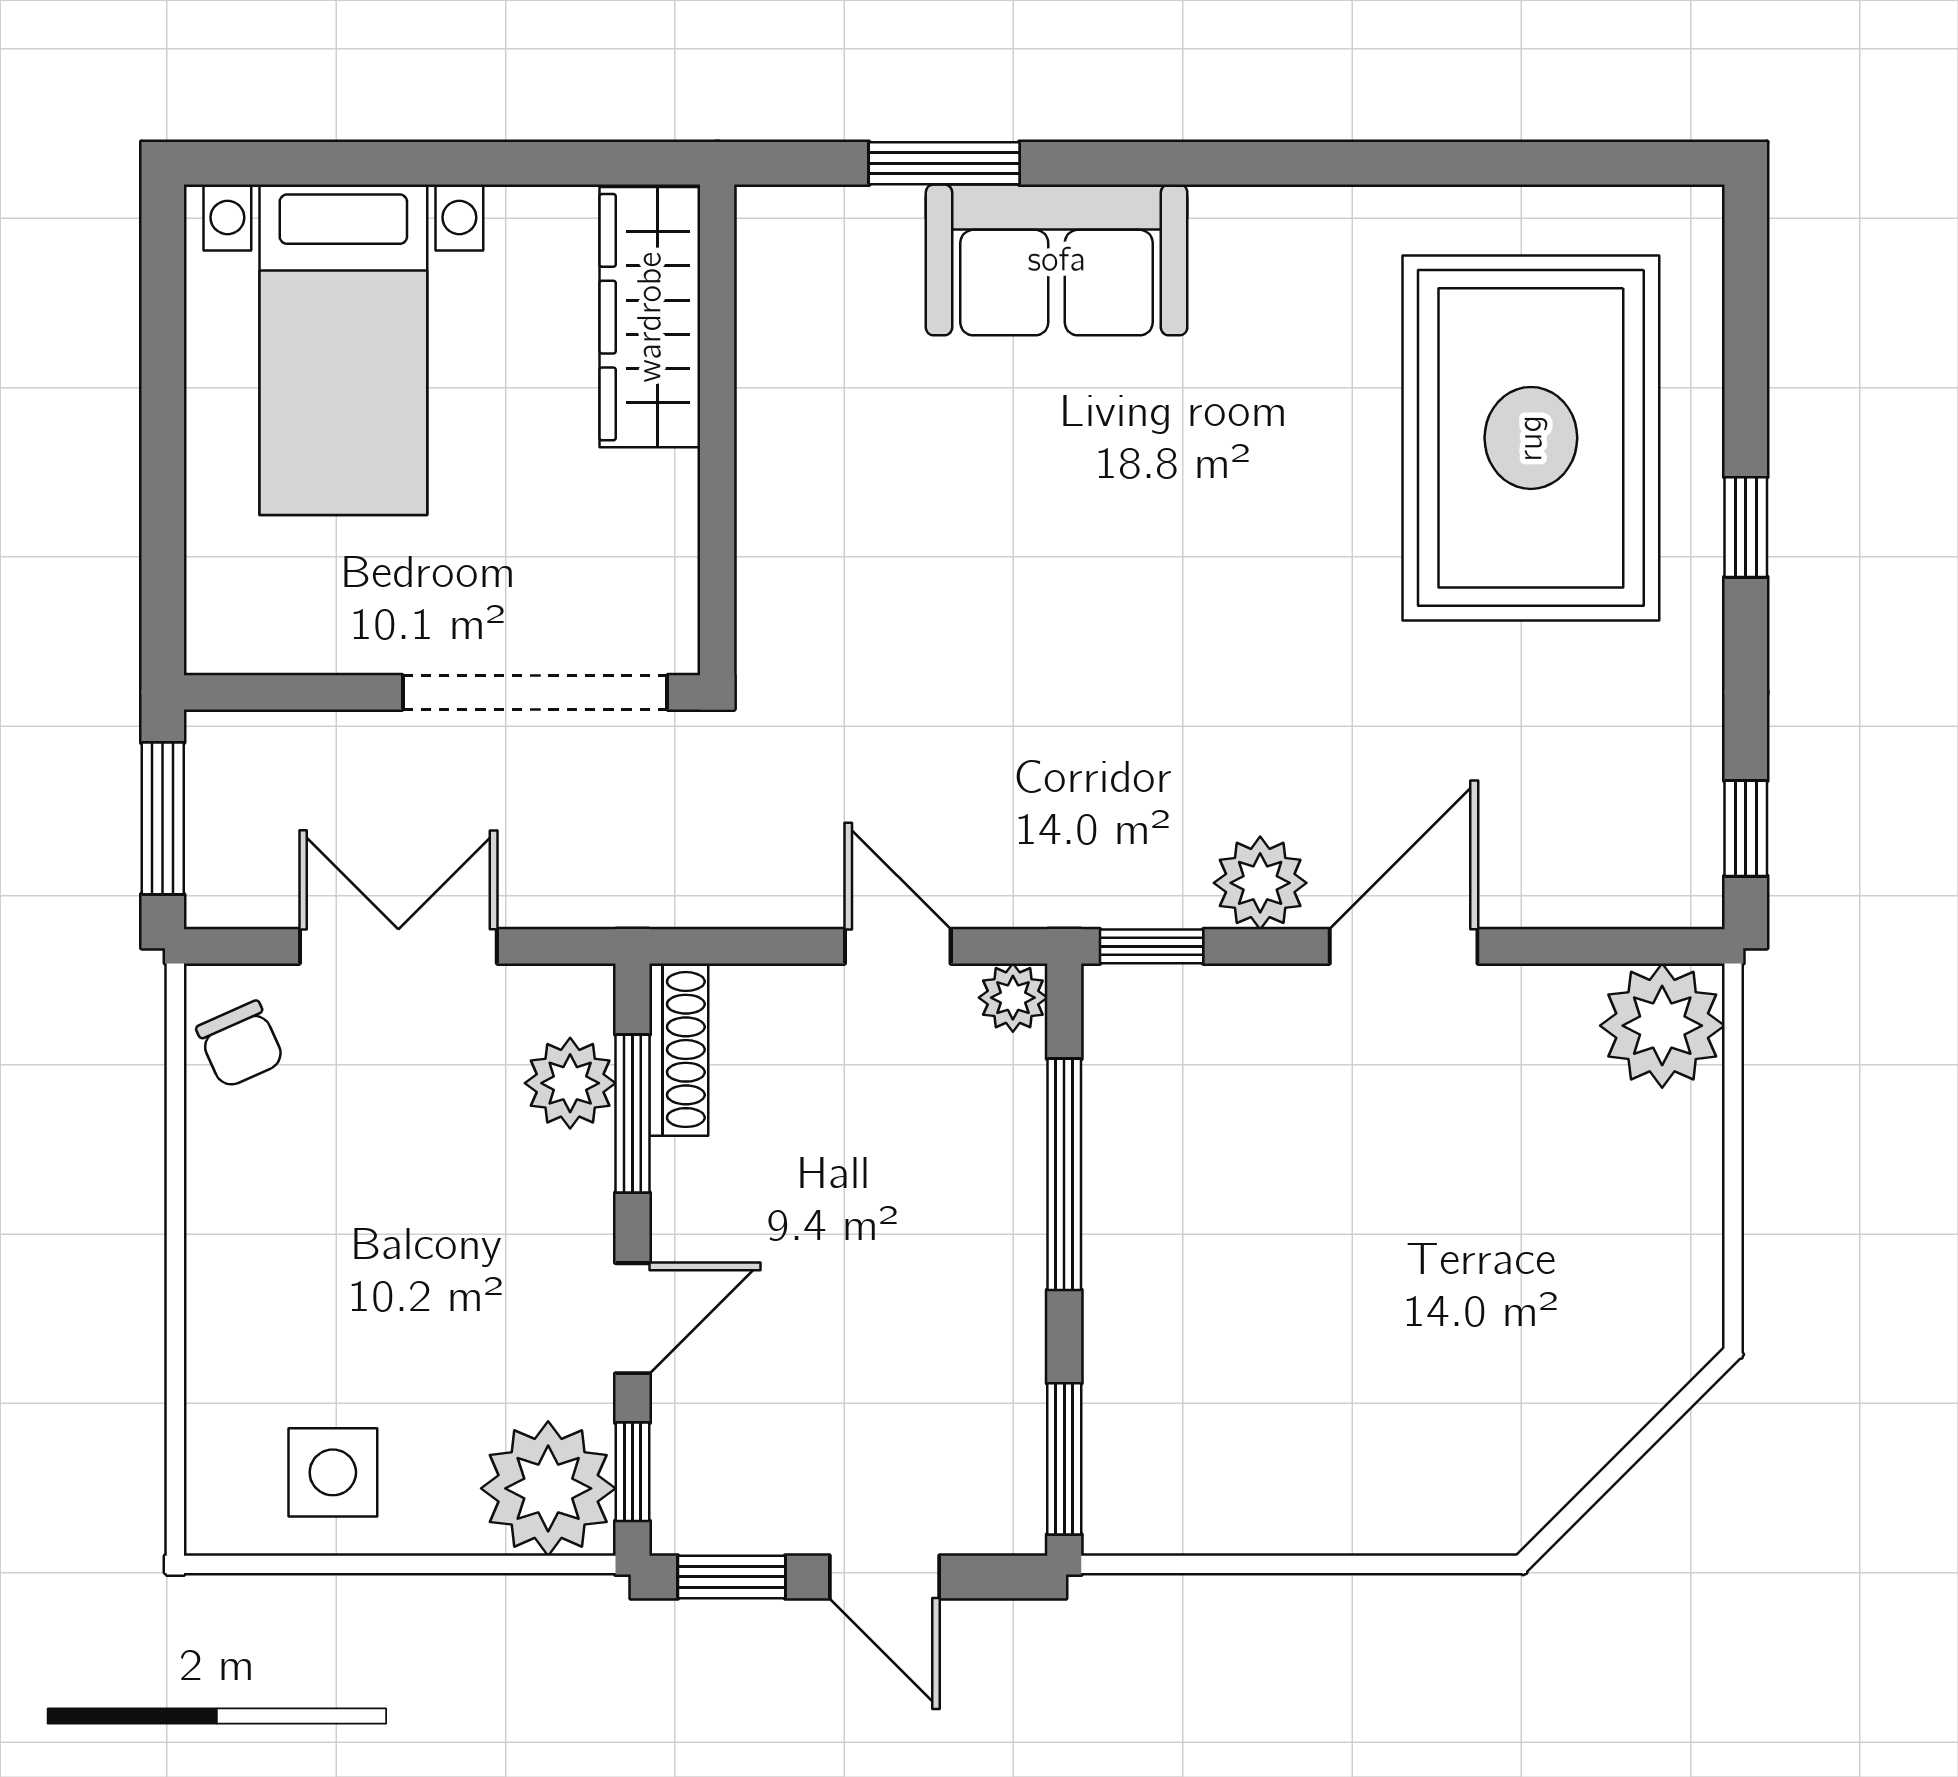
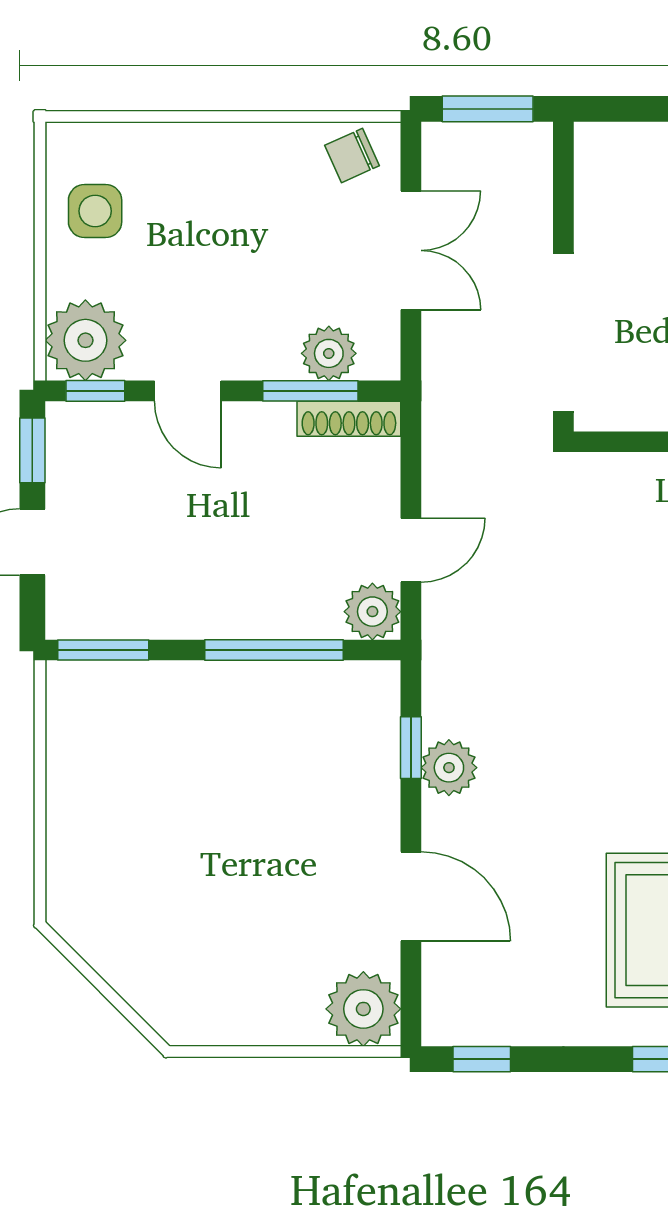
window: (1152, 946) -> (411, 748), moved
door: (1404, 946) -> (411, 896), moved
plant: (1013, 998) -> (372, 612), width x1.38, depth x1.38

